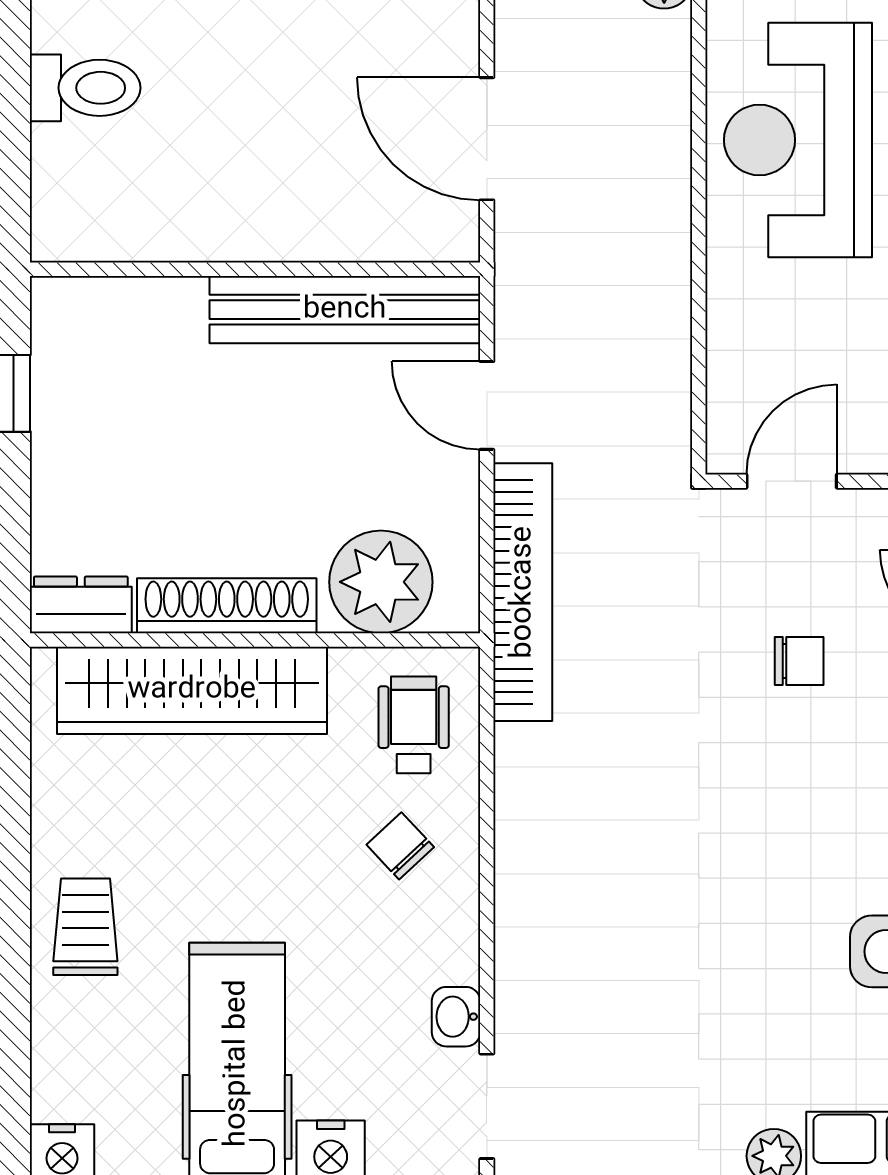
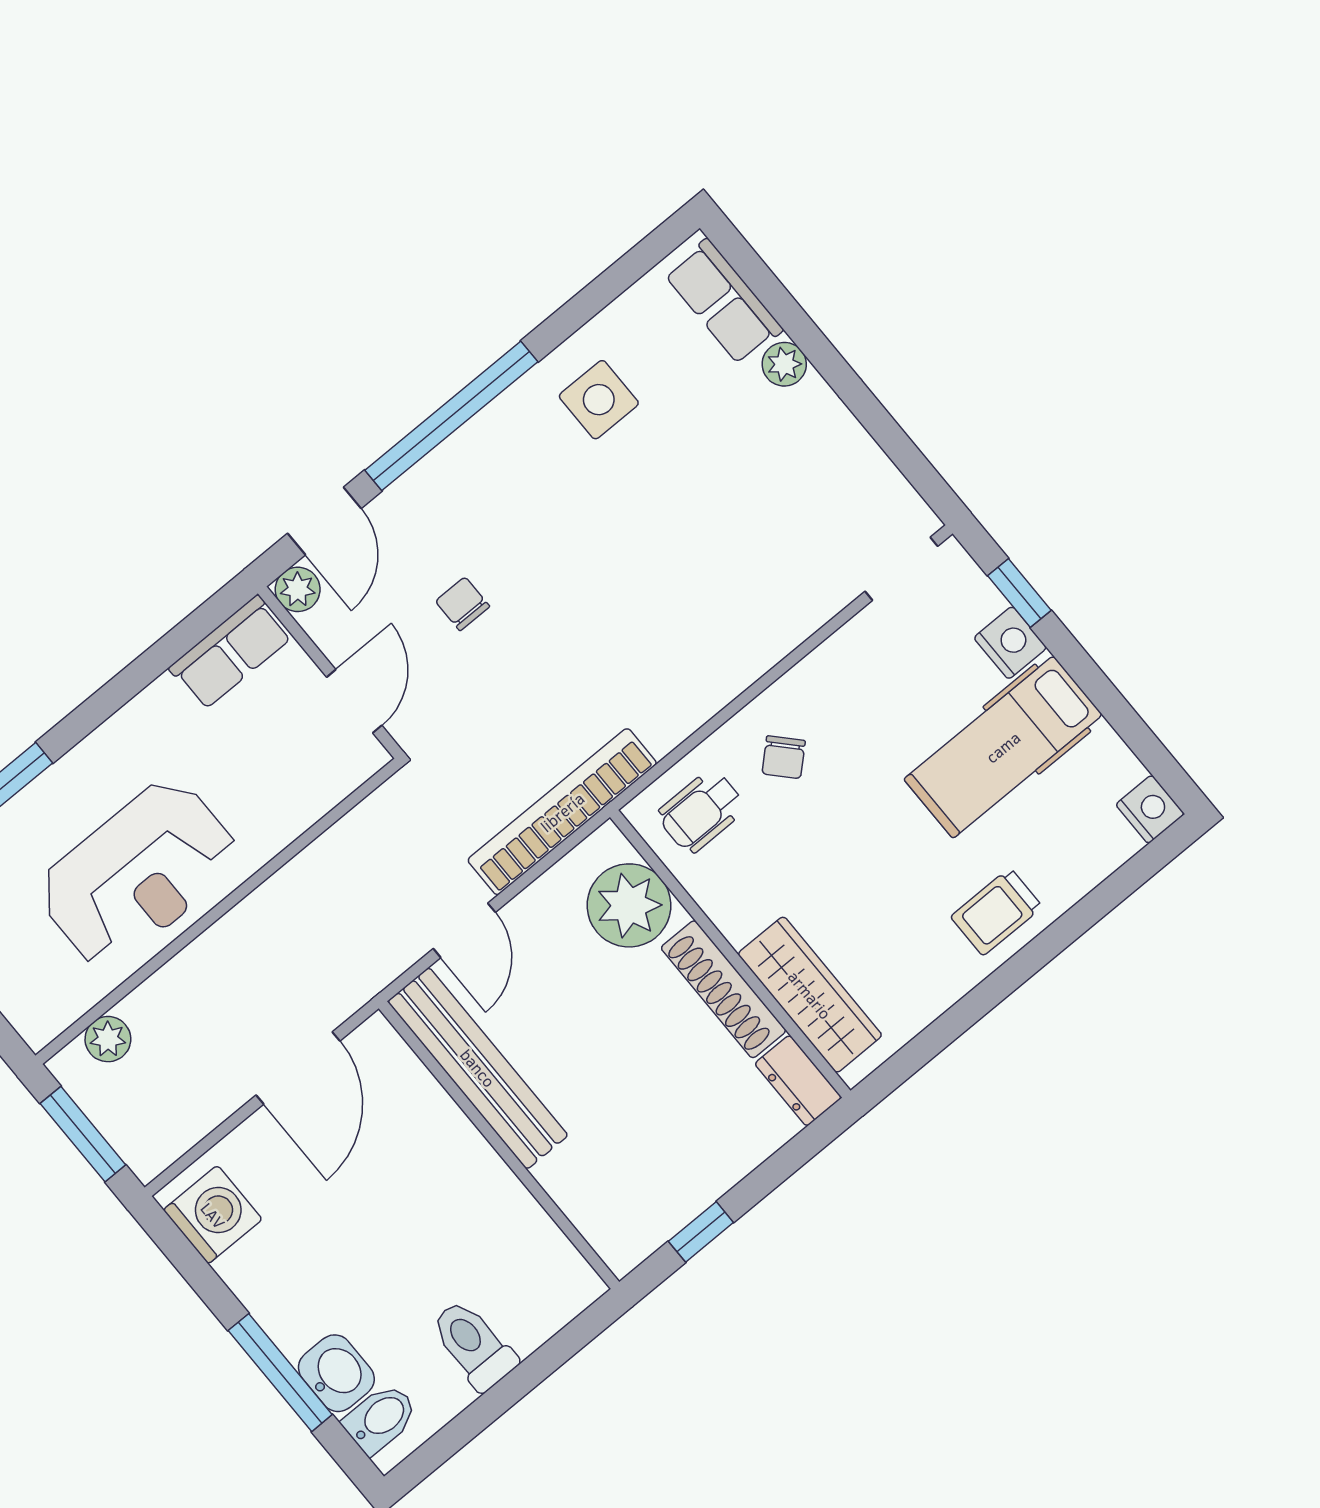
door: (792, 481) -> (354, 701), swing flipped
wardrobe: (192, 690) -> (810, 995), width x0.71, depth x0.85
washbasin: (456, 1017) -> (861, 634), removed

